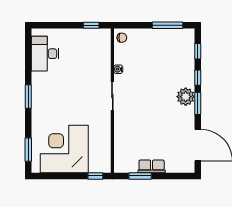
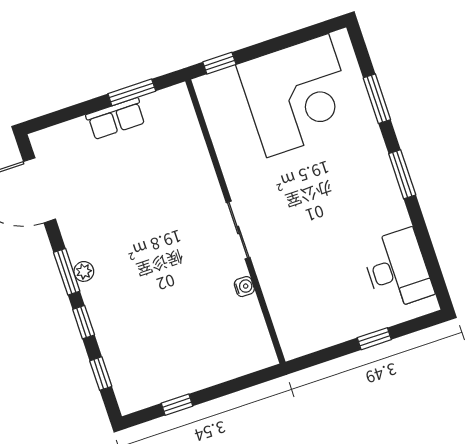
window: (91, 25) -> (374, 339), moved
window: (167, 25) -> (177, 405), width x0.46
chair: (122, 38) -> (258, 350), removed
plant: (186, 97) -> (84, 271), width x0.53, depth x0.53
window: (28, 150) -> (377, 99), moved

